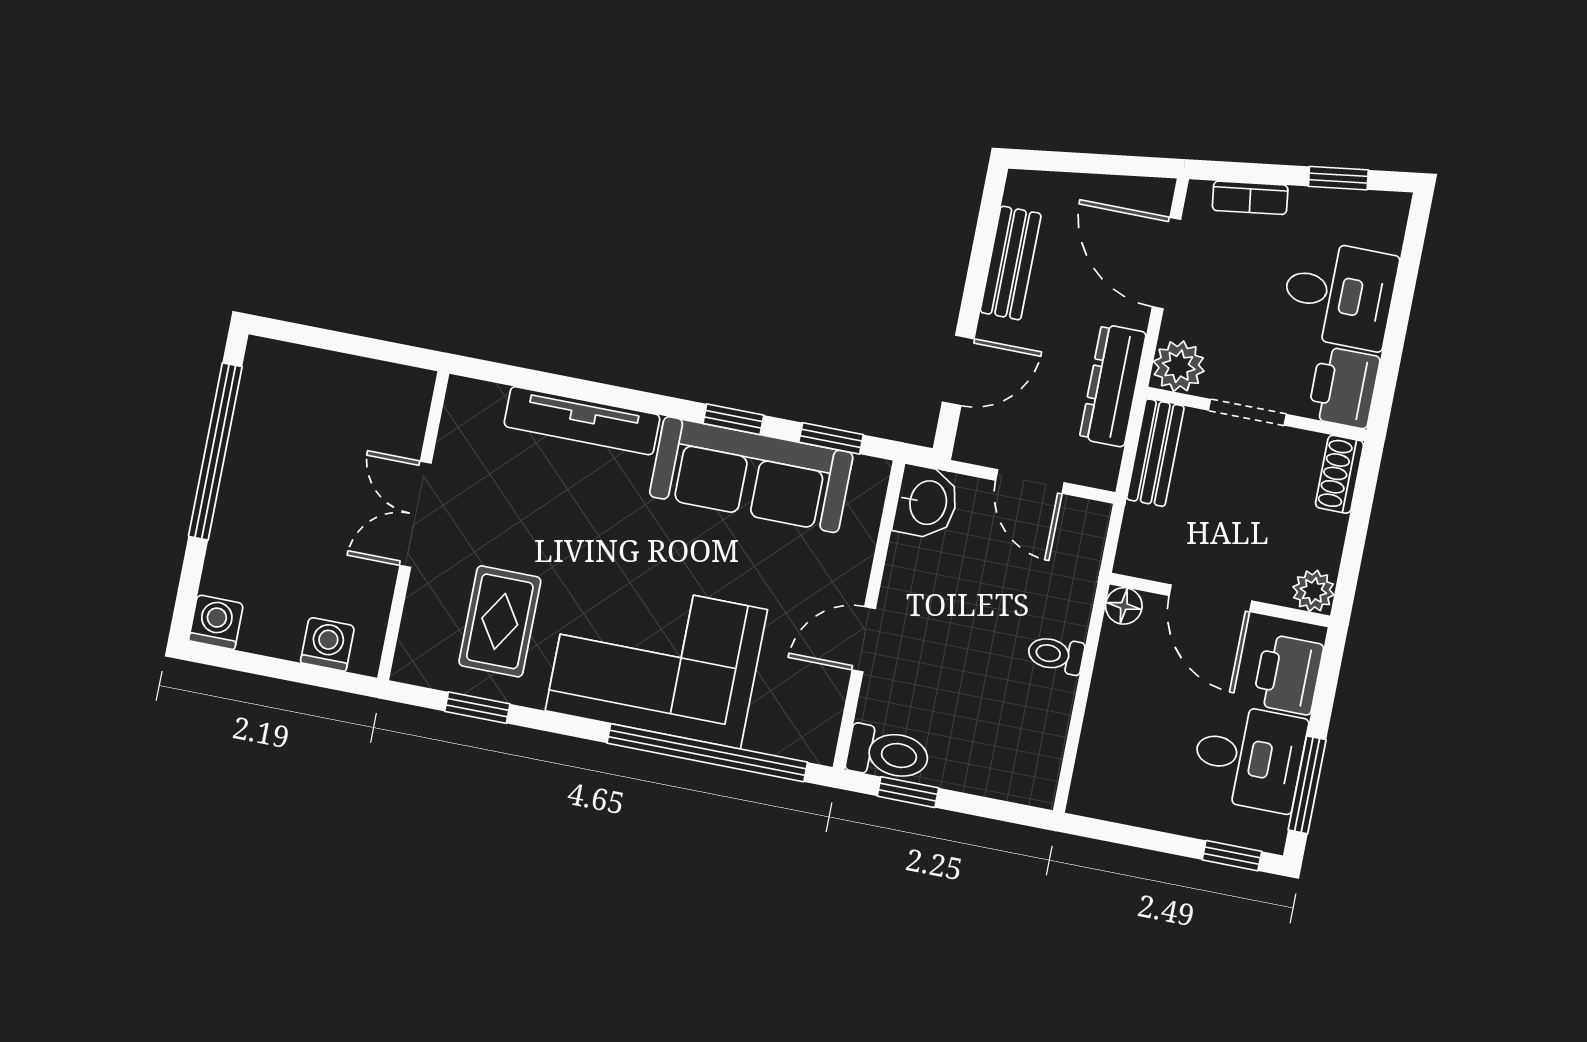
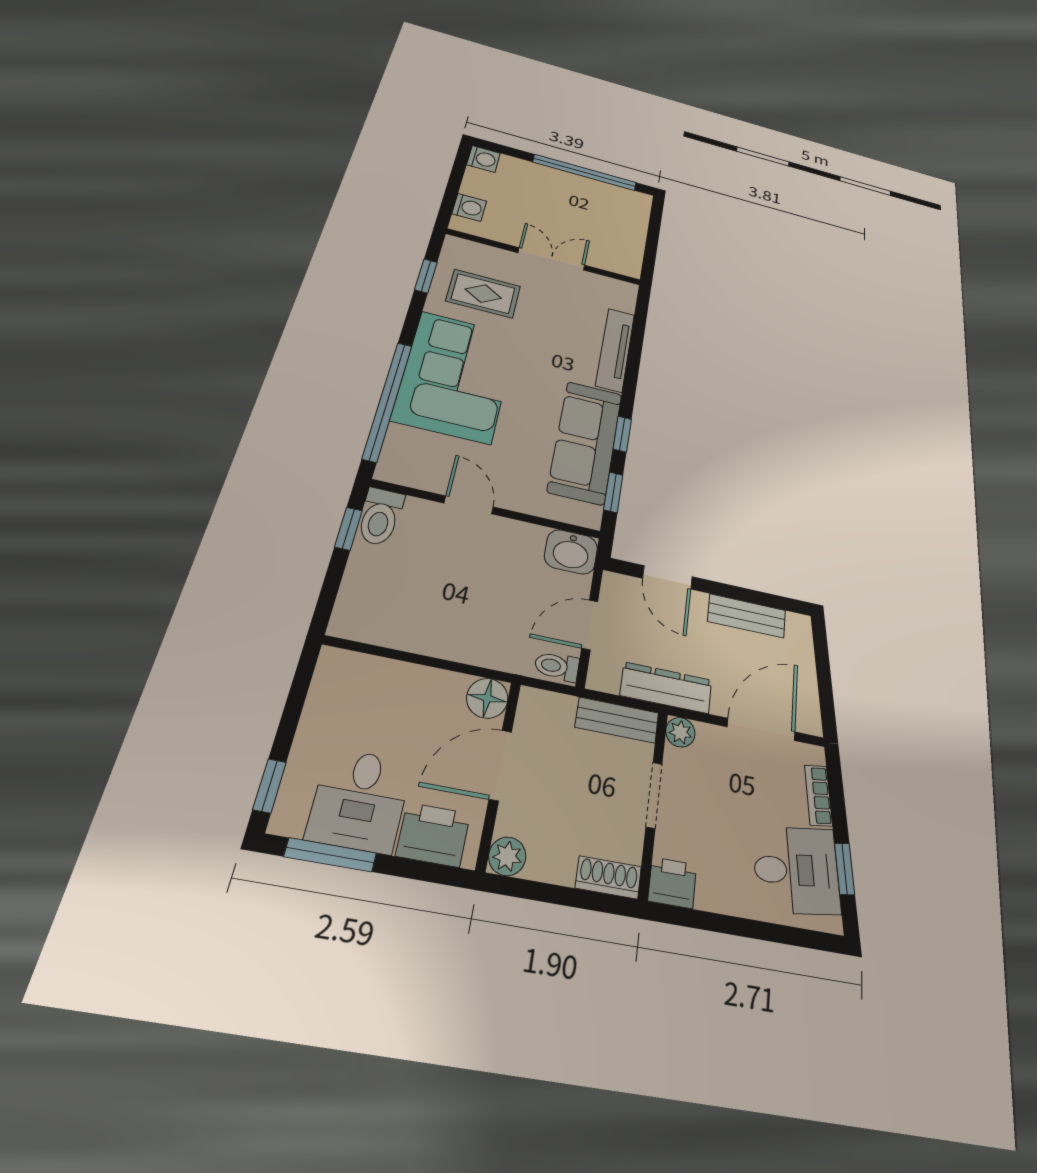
desk: (1339, 295) -> (796, 870), moved, turned -98
plant: (1179, 366) -> (680, 732), width x0.73, depth x0.73
printer: (1344, 387) -> (672, 883), width x0.73, depth x0.81
floor lamp: (1124, 606) -> (487, 698), width x1.37, depth x1.37
toilet: (1056, 655) -> (557, 666), moved, turned -90

